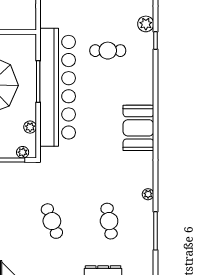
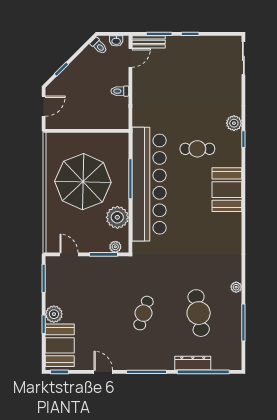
plant: (30, 127) -> (117, 217), width x1.88, depth x1.88
booth: (138, 128) -> (227, 190), moved
cafe table: (52, 221) -> (143, 313), turned 39
cafe table: (109, 221) -> (199, 313), width x1.37, depth x1.35

